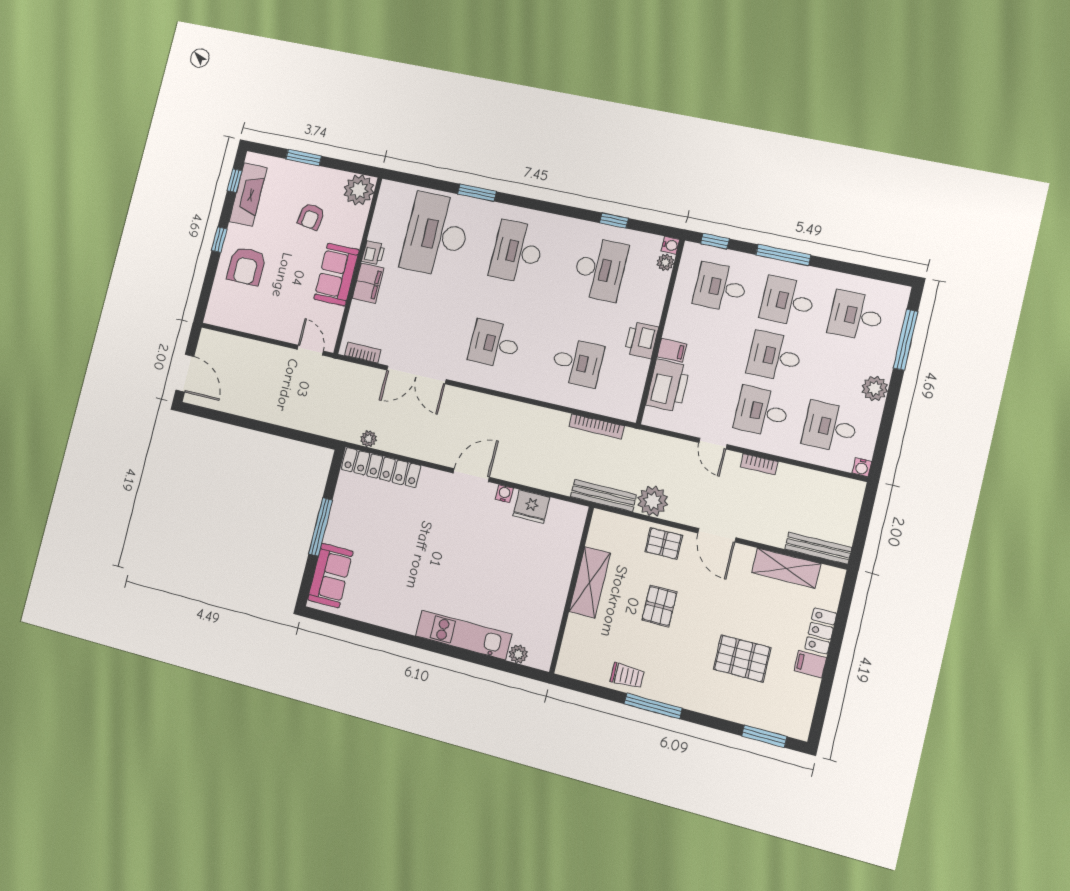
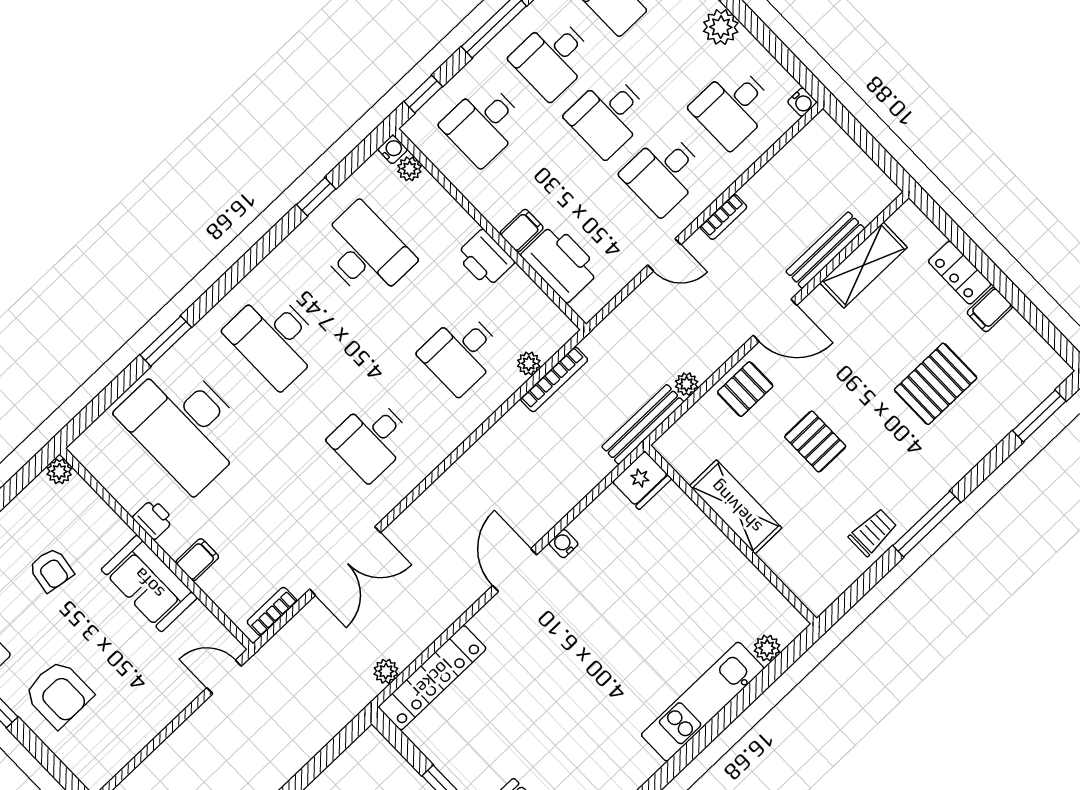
plant: (359, 190) -> (59, 471), width x0.53, depth x0.53
filing cabinet: (368, 283) -> (197, 560), width x0.50
desk: (577, 362) -> (461, 353), turned 180
plant: (596, 405) -> (529, 363), added
plant: (653, 501) -> (687, 384), width x0.53, depth x0.53
fridge: (531, 507) -> (642, 480), moved
bench: (818, 548) -> (825, 250), moved

